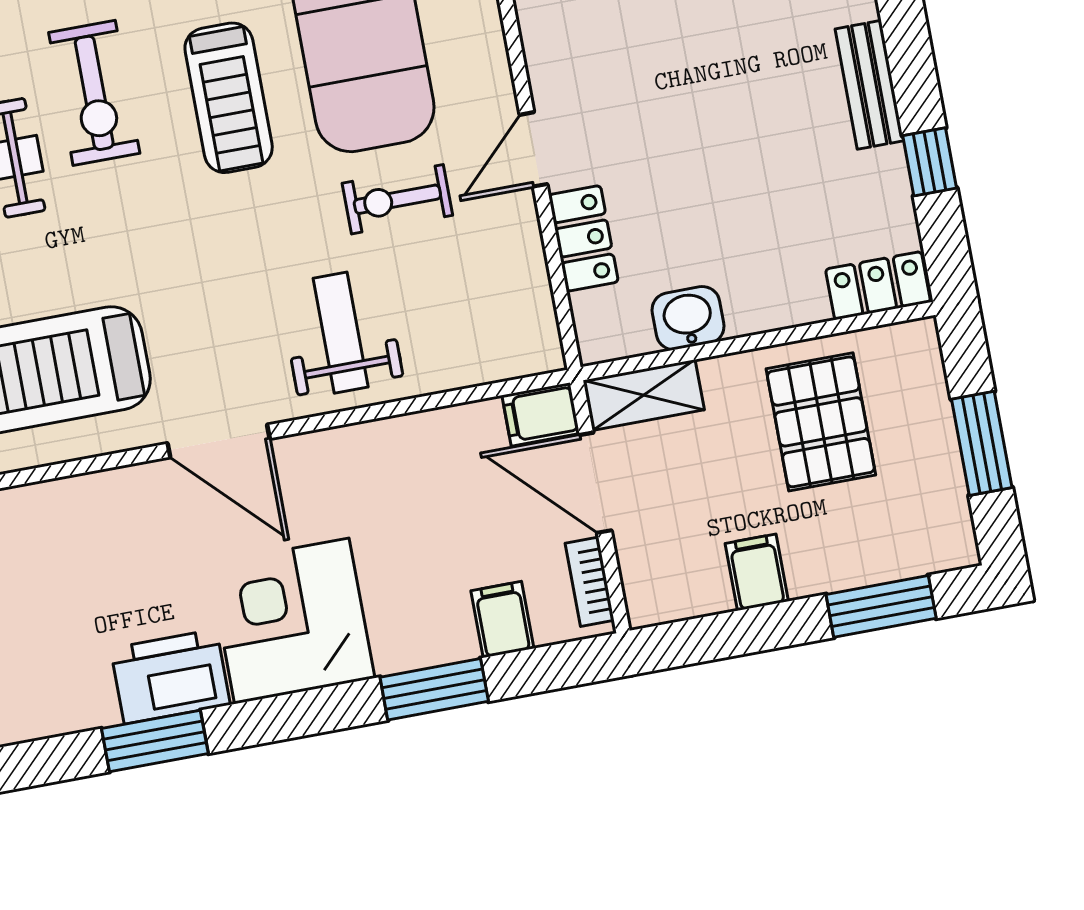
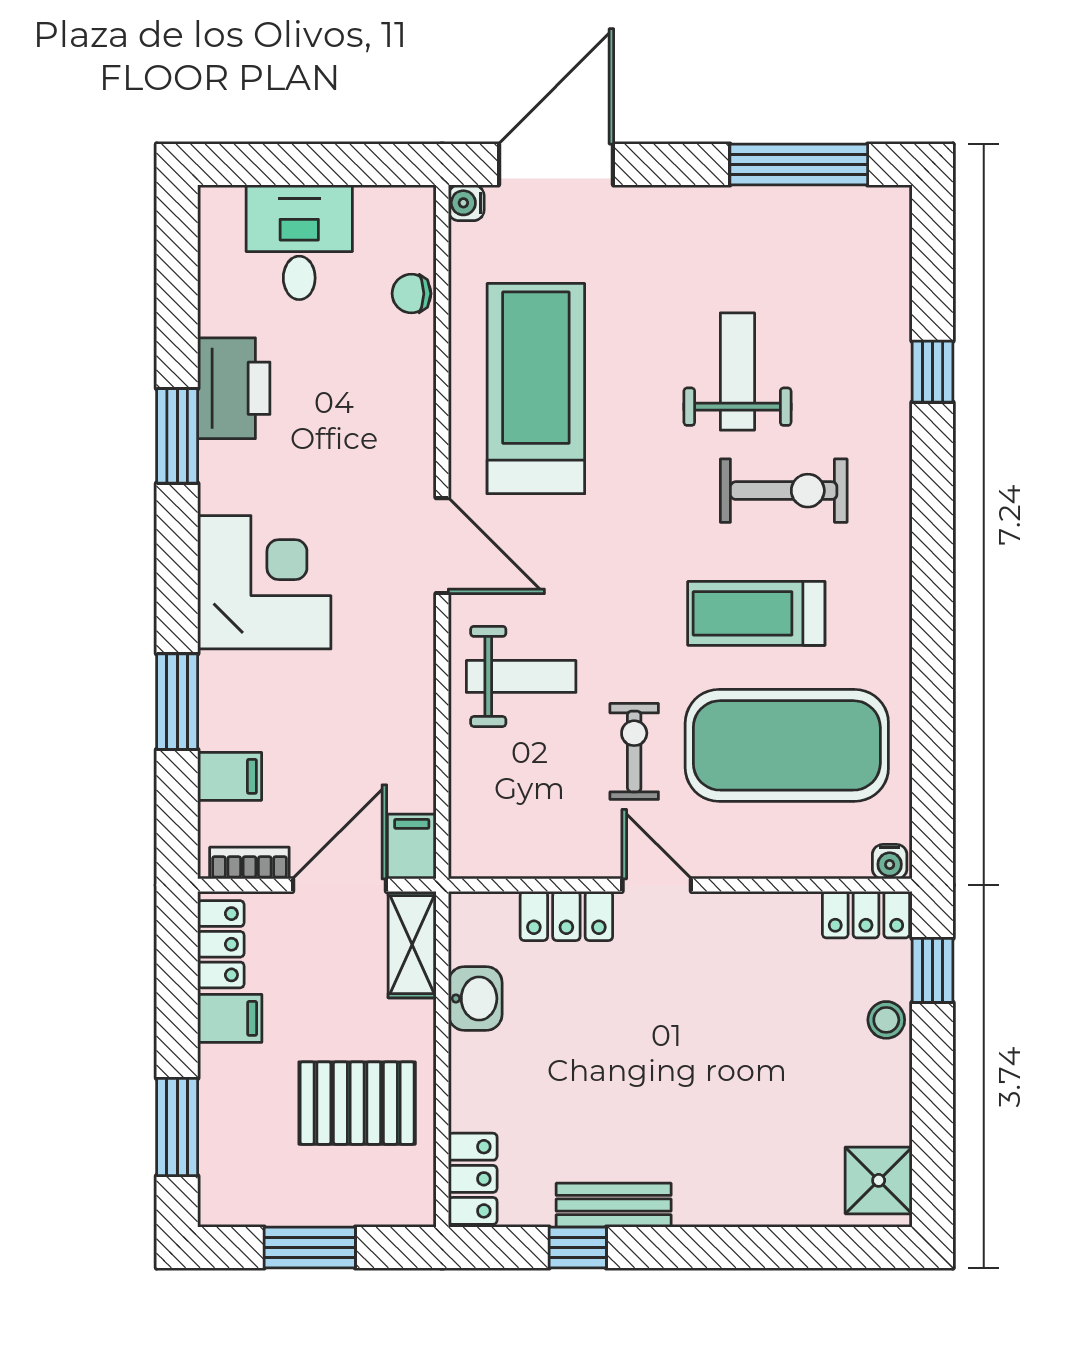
bench: (869, 85) -> (614, 1205), moved
exercise bike: (94, 93) -> (784, 491), turned 180
door: (219, 441) -> (442, 546), swing flipped
locker: (681, 596) -> (221, 944), added
printer: (170, 677) -> (234, 388), moved

